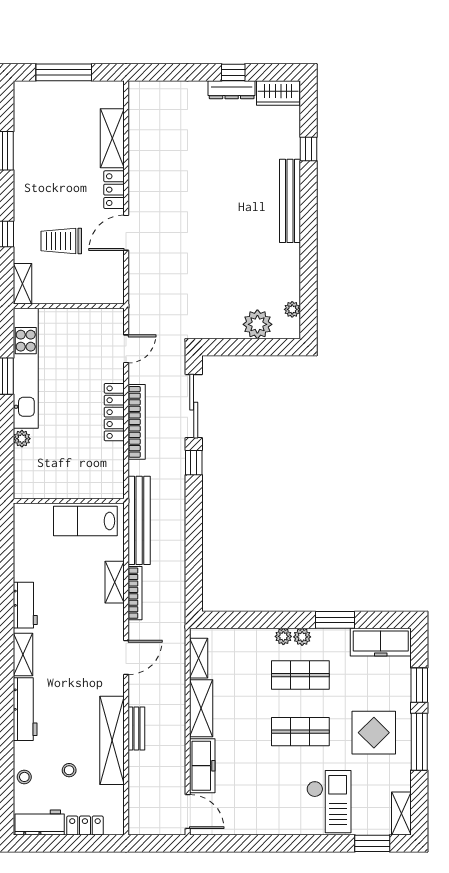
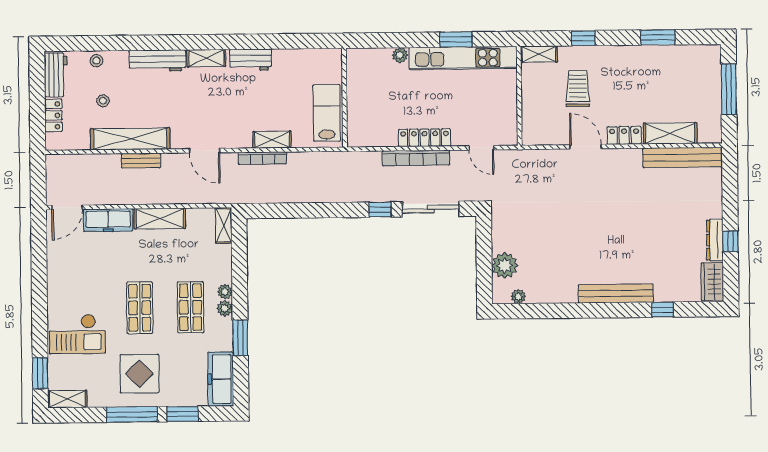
bench: (139, 520) -> (682, 157), moved
shelving: (199, 658) -> (224, 225), moved, turned 90

